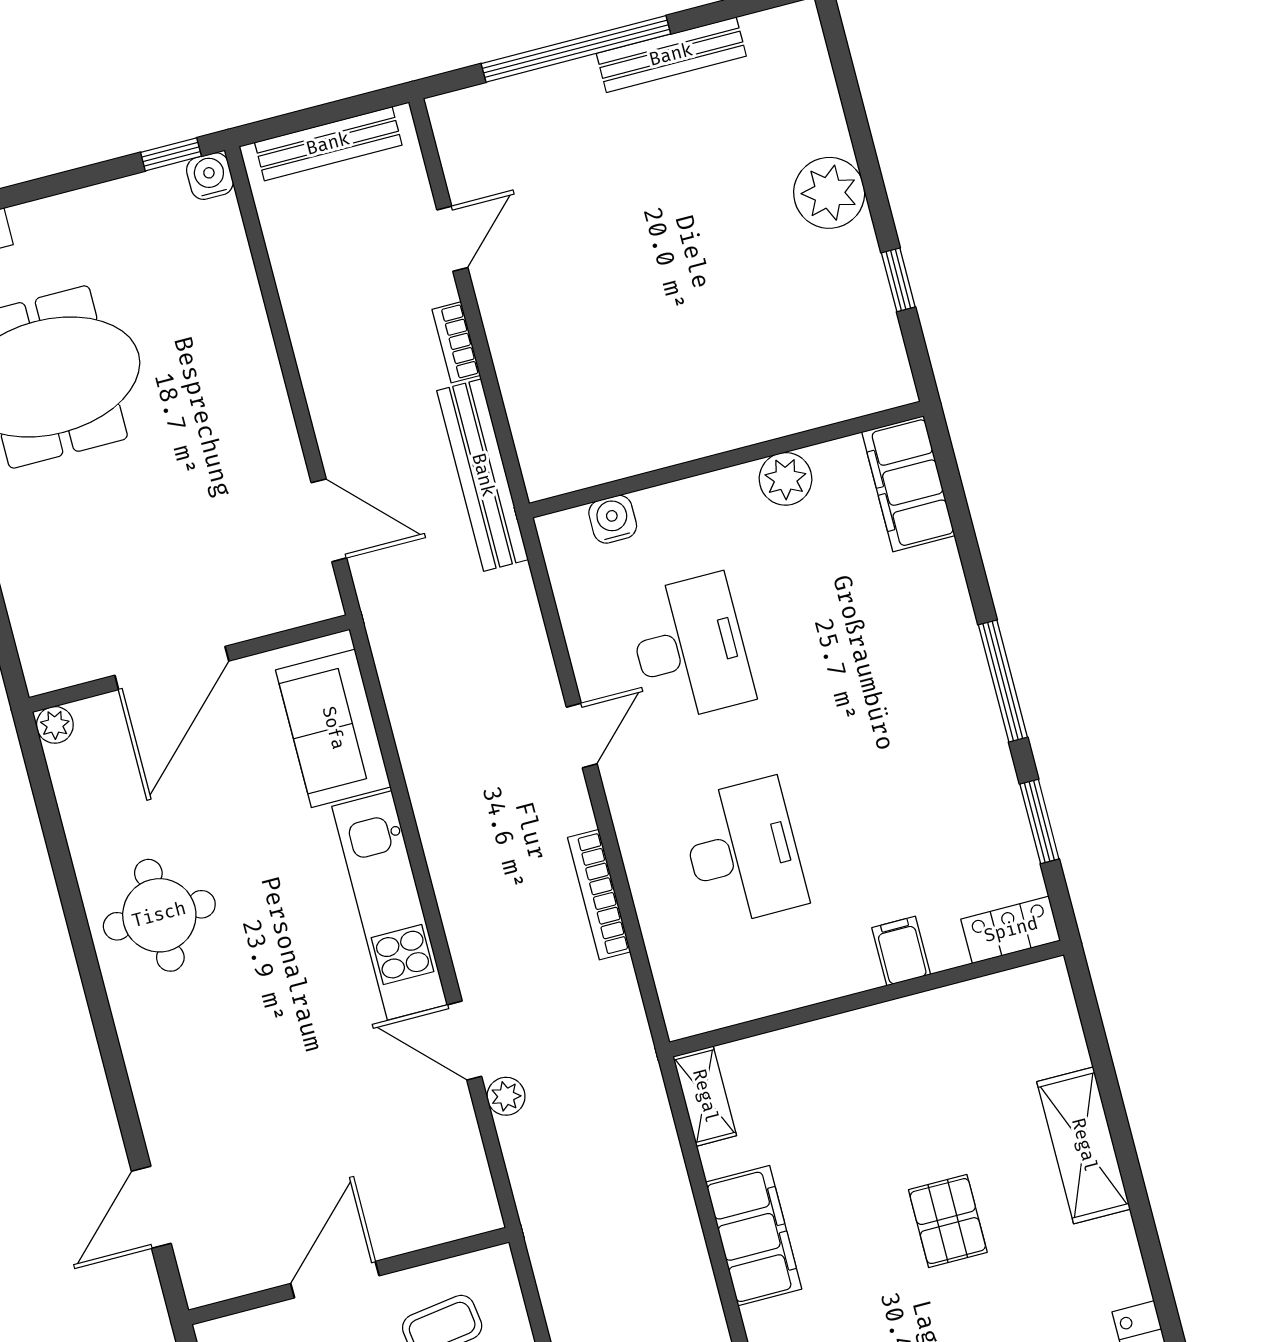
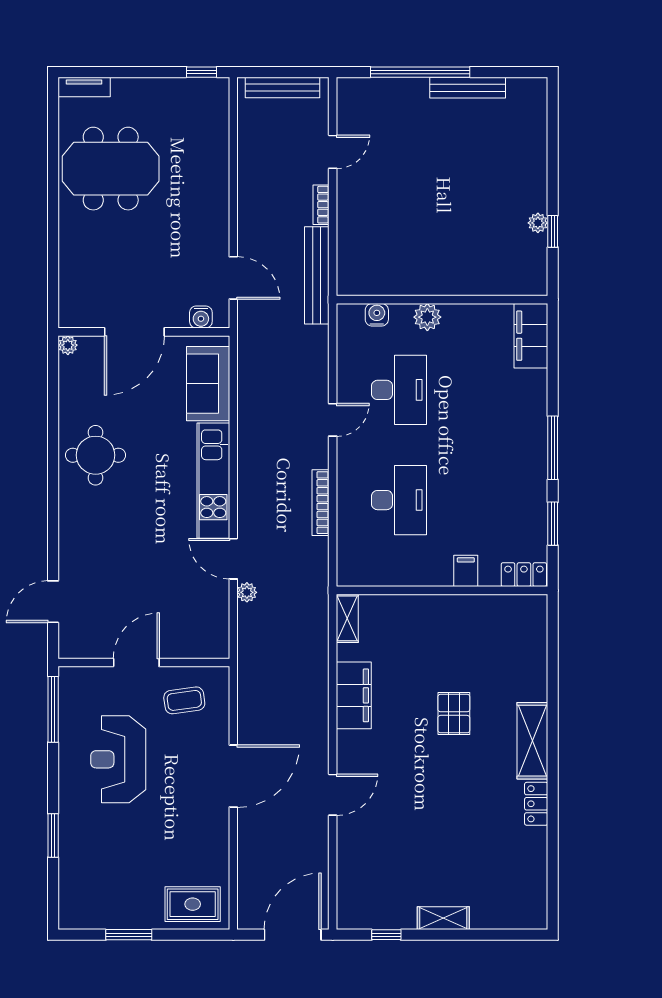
water cooler: (210, 176) -> (201, 317), moved, turned 180
plant: (829, 193) -> (538, 223), moved, width x0.53, depth x0.53
plant: (786, 479) -> (427, 317), moved
shelving: (1084, 1145) -> (532, 741), moved

